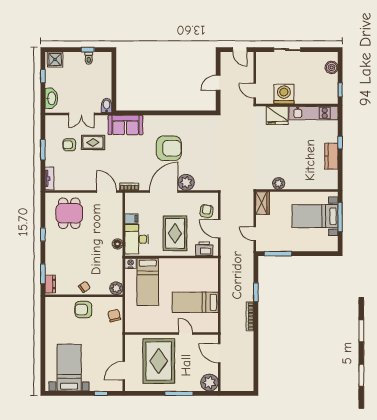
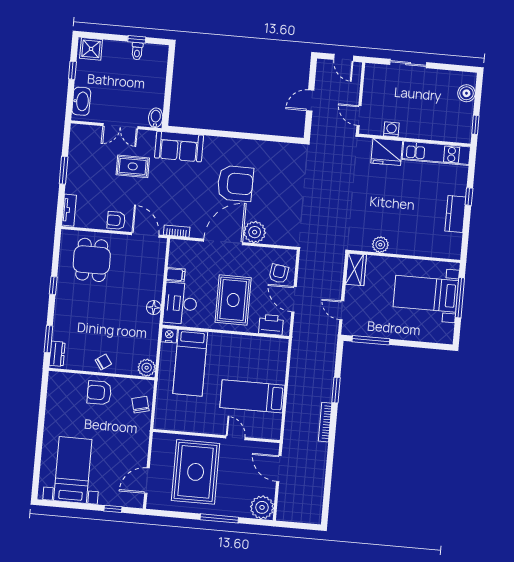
washing machine: (284, 94) -> (391, 129), width x0.53, depth x0.53
armchair: (69, 145) -> (116, 220), moved

